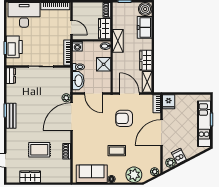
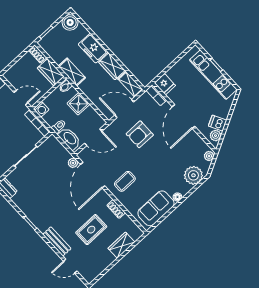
freezer: (145, 27) -> (93, 48), moved
bench: (11, 116) -> (57, 241), moved
coffee table: (117, 151) -> (125, 181), moved
wardrobe: (30, 177) -> (121, 245), moved

